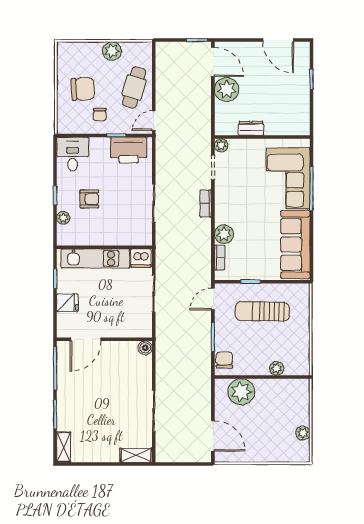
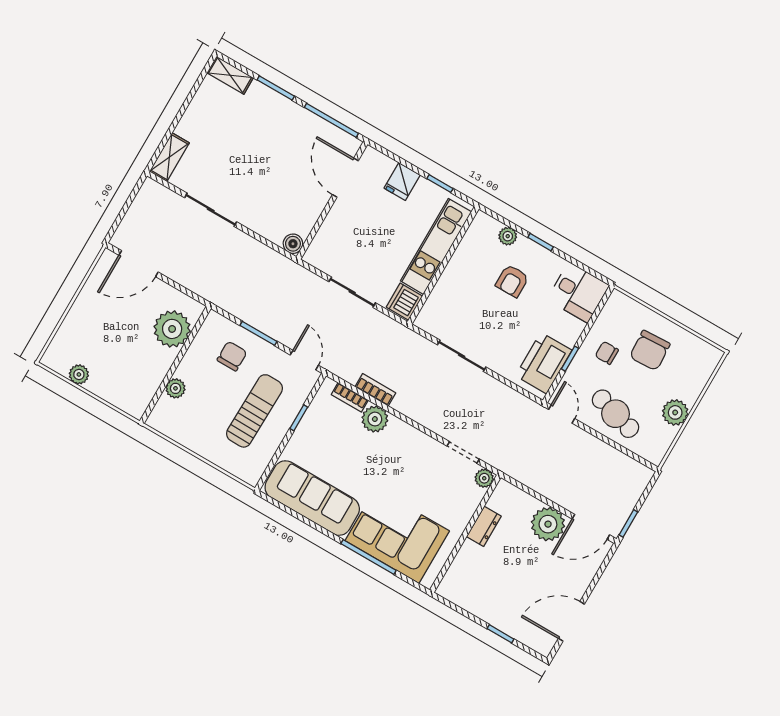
bookcase: (206, 203) -> (375, 390), moved
chair: (224, 360) -> (232, 356), moved, turned -90

